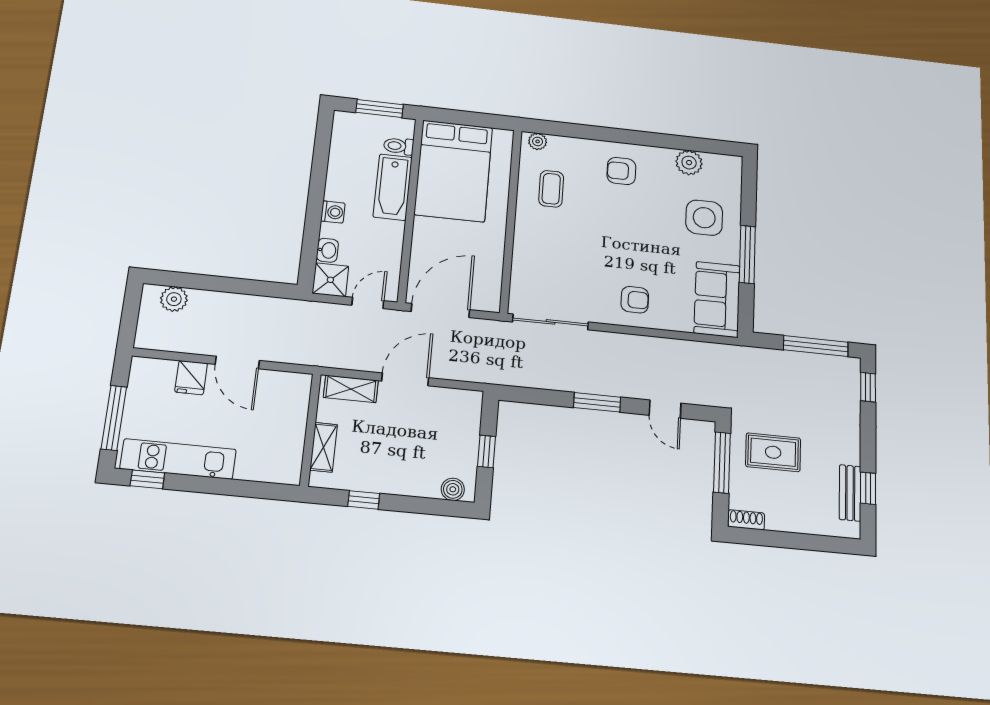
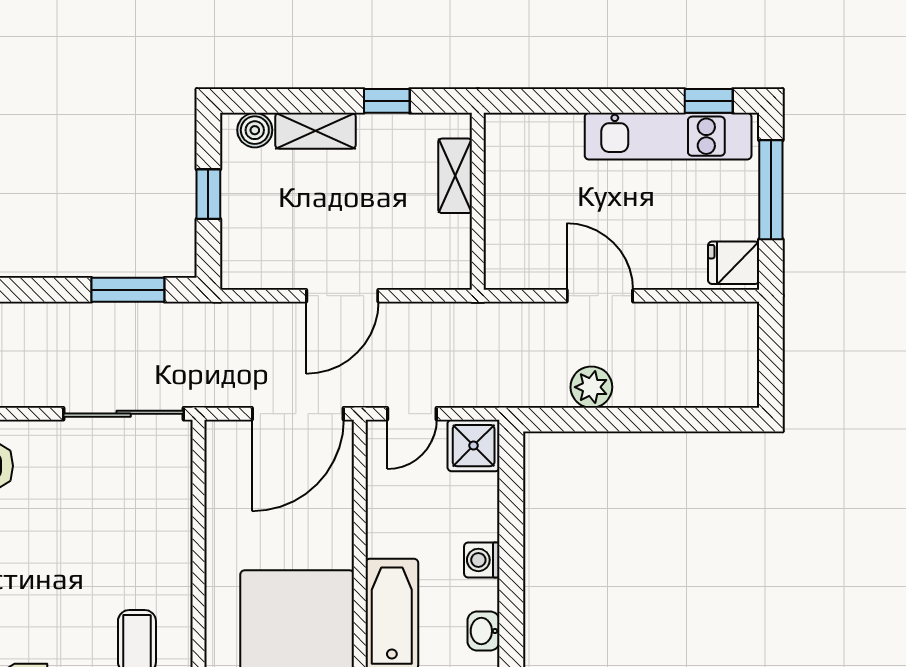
washbasin: (327, 250) -> (484, 631), moved
plant: (174, 299) -> (591, 387), moved
fridge: (191, 378) -> (734, 263), moved, turned -90
shelving: (351, 389) -> (315, 131), moved
window: (597, 402) -> (128, 290), moved

